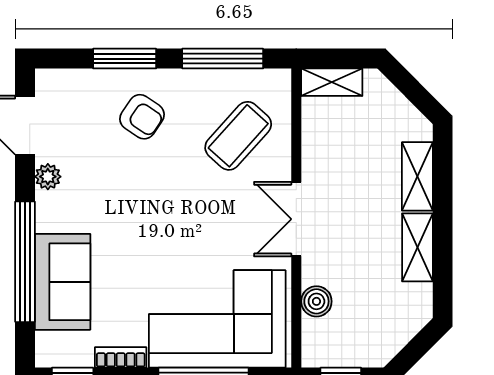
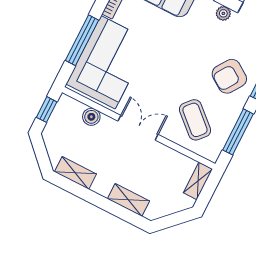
armchair: (142, 117) -> (229, 76), width x1.38, depth x1.38
shelving: (417, 247) -> (75, 173), moved

